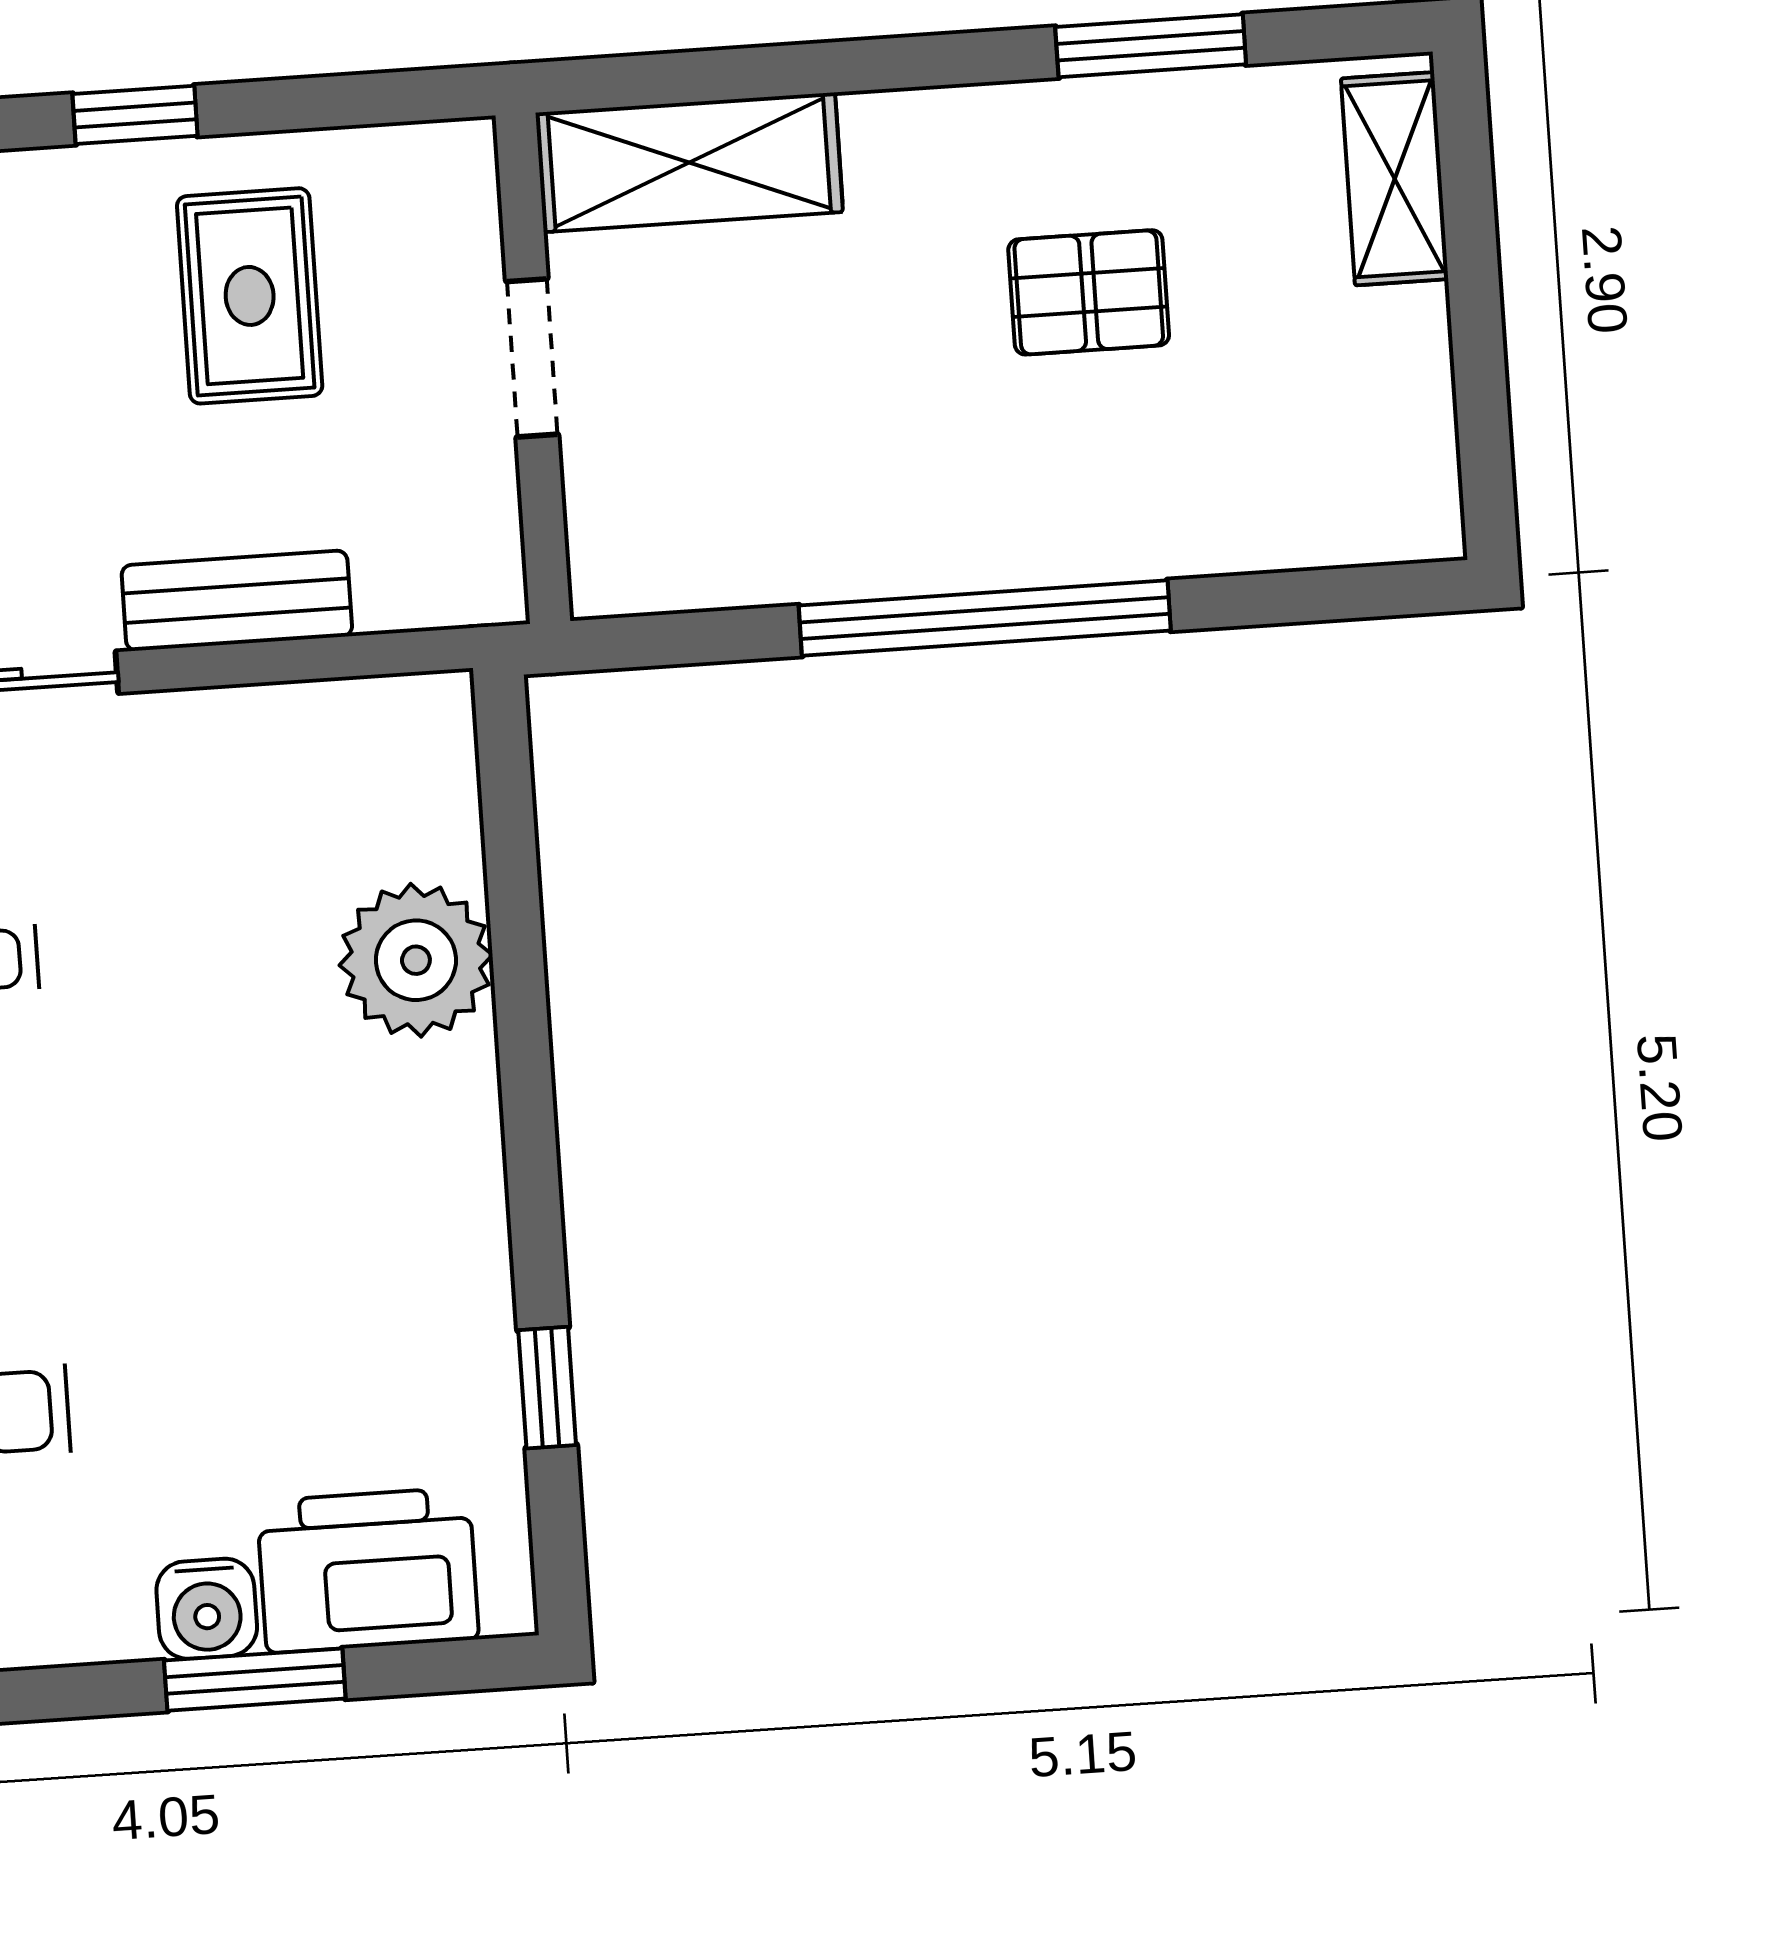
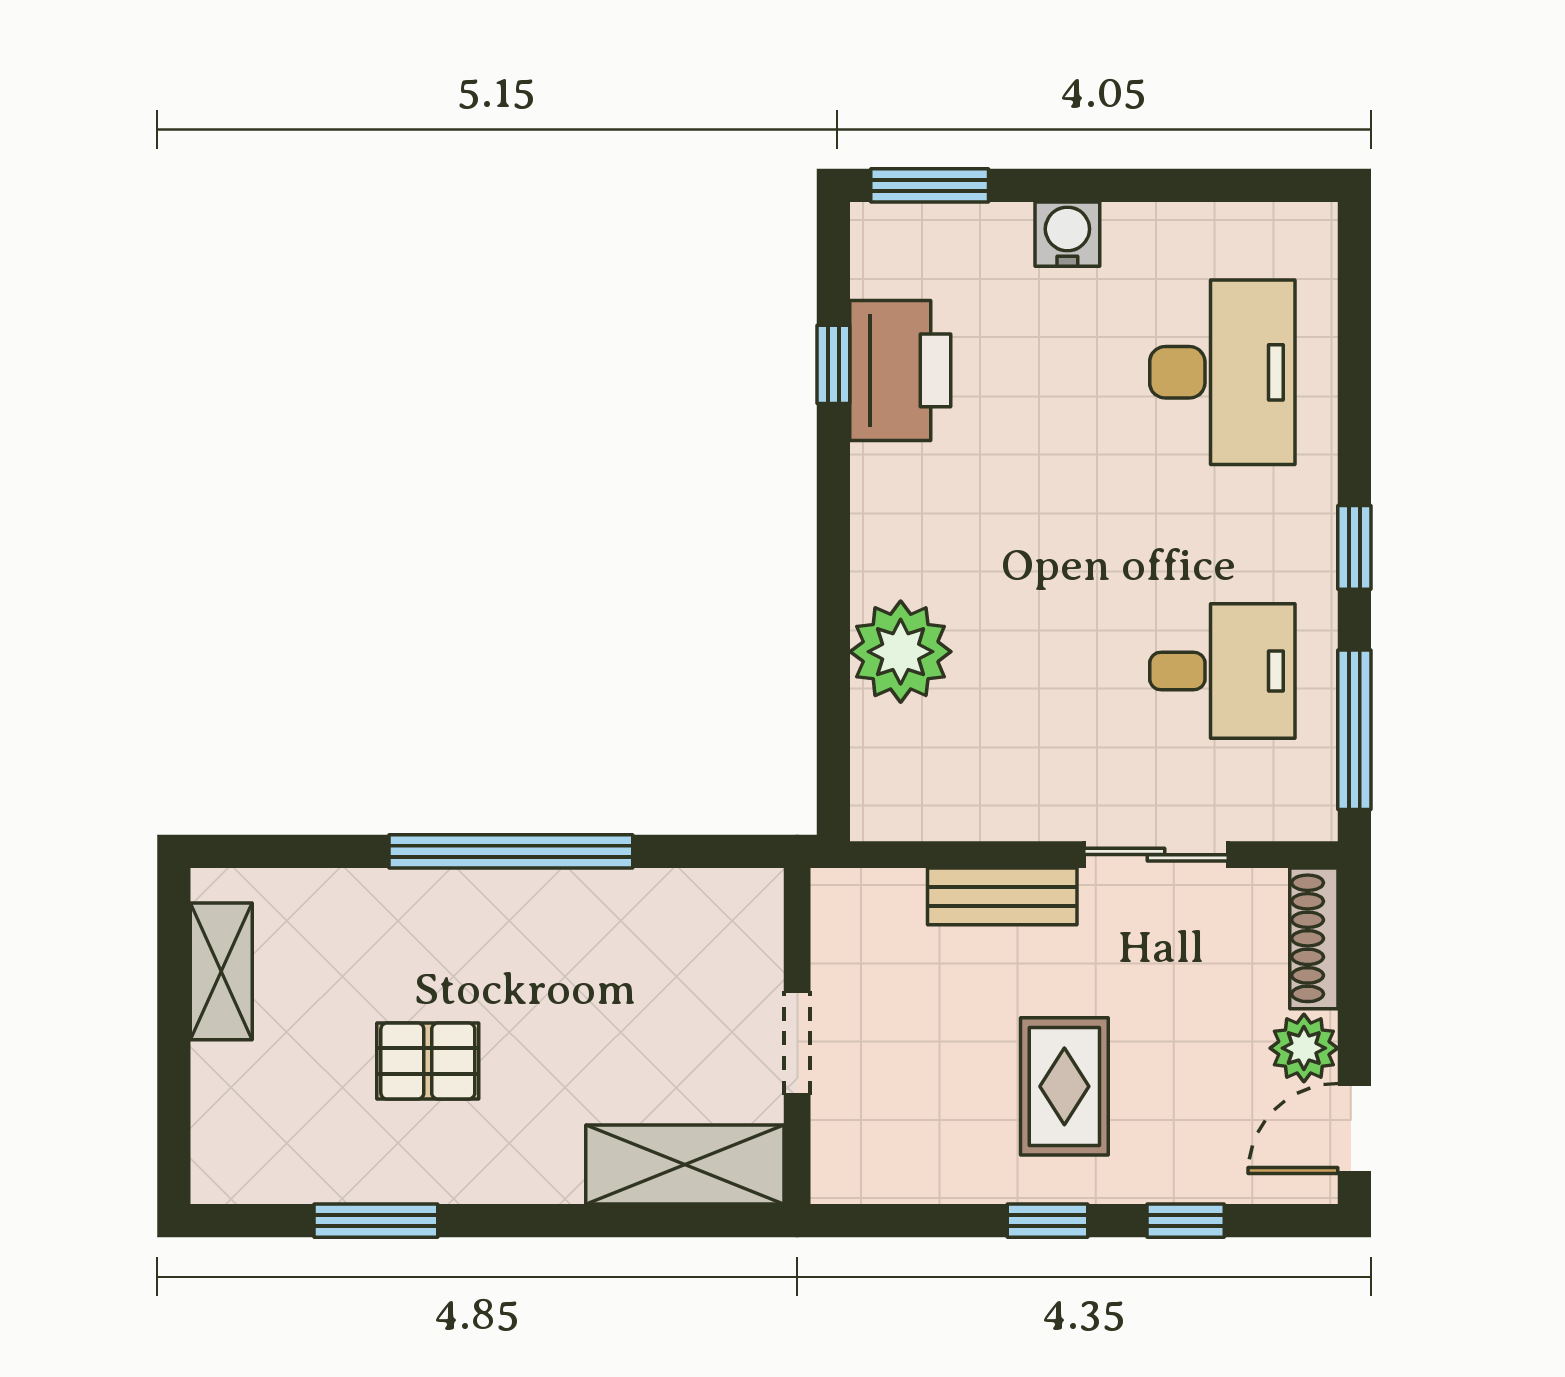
shelving: (1395, 179) -> (221, 971), moved
rug: (250, 296) -> (1064, 1086), moved
printer: (368, 1570) -> (900, 370), moved, turned -90
window: (255, 1680) -> (930, 185), moved

